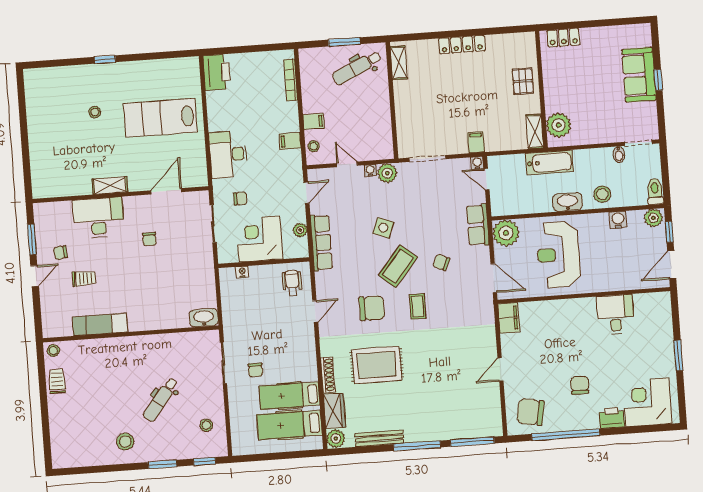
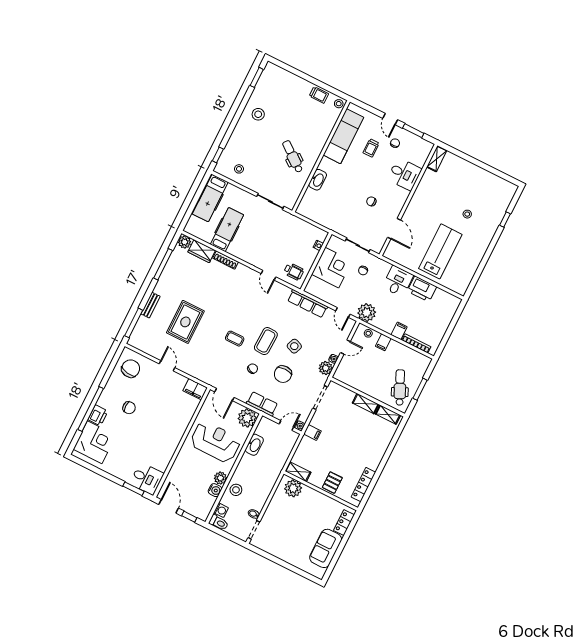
locker: (462, 45) -> (363, 485), moved
window: (105, 59) -> (505, 220), moved
printer: (217, 72) -> (422, 289), moved
sofa: (639, 75) -> (326, 548), moved, turned -90
window: (658, 80) -> (285, 564), removed
pallet: (523, 81) -> (332, 483), turned 90
shelving: (402, 98) -> (366, 404), added
filing cabinet: (290, 141) -> (399, 331), moved
desk: (228, 154) -> (398, 281), width x0.73
bathtub: (549, 162) -> (274, 469), removed
shelving: (110, 186) -> (437, 159), moved
washing machine: (638, 198) -> (221, 510), added
washbasin: (568, 202) -> (254, 445), moved
desk: (98, 218) -> (404, 174), width x0.73
plant: (653, 218) -> (220, 478), moved
plant: (300, 230) -> (367, 313), moved, width x1.87, depth x1.87
coffee table: (398, 266) -> (266, 341), turned 52
door: (494, 278) -> (224, 395), hinge flipped
chair: (372, 308) -> (283, 374), moved
desk: (615, 315) -> (147, 479), moved
washbasin: (204, 318) -> (318, 180), moved
exam couch: (100, 324) -> (343, 136), width x1.36, depth x1.45
window: (678, 356) -> (133, 489), moved
rug: (377, 365) -> (185, 322), moved
chair: (255, 370) -> (255, 218), removed
dental chair: (161, 400) -> (293, 156), moved
hospital bed: (289, 425) -> (210, 198), moved, turned 180
window: (566, 435) -> (91, 409), moved
bench: (379, 438) -> (151, 305), moved, width x0.73
window: (417, 446) -> (163, 264), moved
window: (162, 464) -> (257, 77), moved

